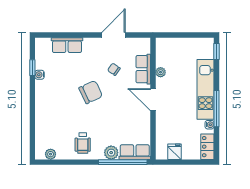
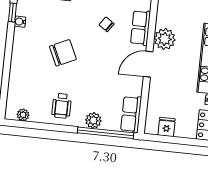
plant: (161, 72) -> (165, 39), width x1.88, depth x1.88
chair: (91, 92) -> (63, 53), moved
door: (153, 100) -> (148, 64), hinge flipped
row of seats: (135, 152) -> (131, 114), moved, turned -90

